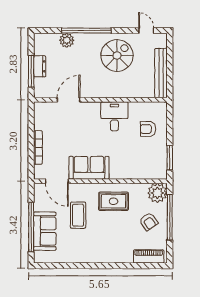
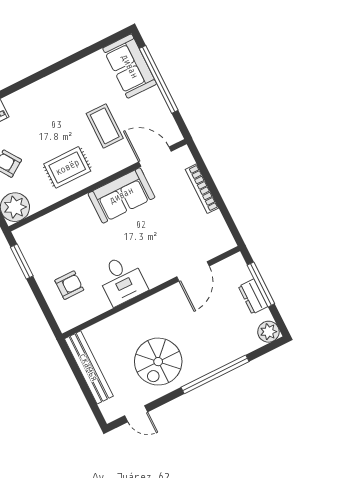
plant: (67, 40) -> (268, 332), moved
sofa: (45, 231) -> (130, 66), moved

